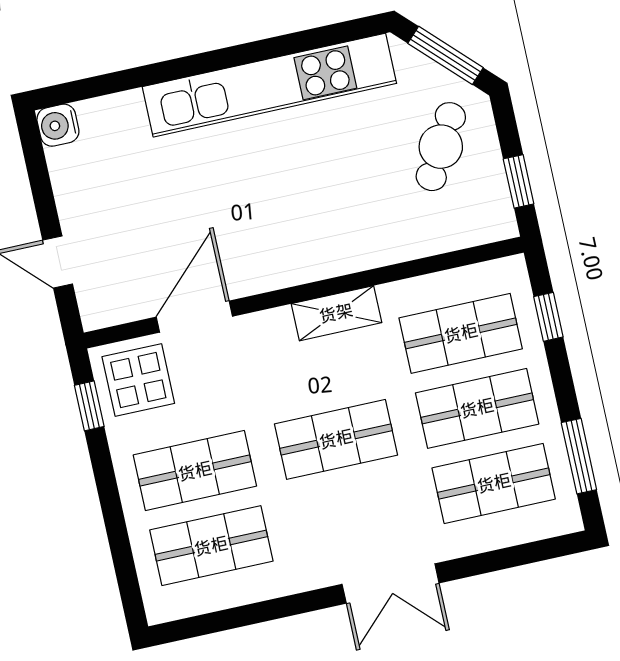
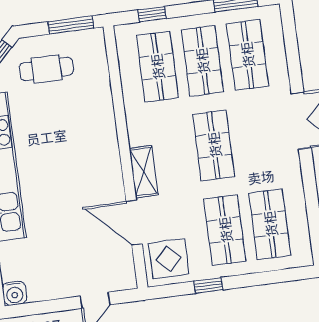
cafe table: (441, 147) -> (46, 69), turned -30
window: (519, 181) -> (71, 25), width x1.50
shelving: (336, 313) -> (144, 172), moved
window: (89, 406) -> (208, 285), moved

